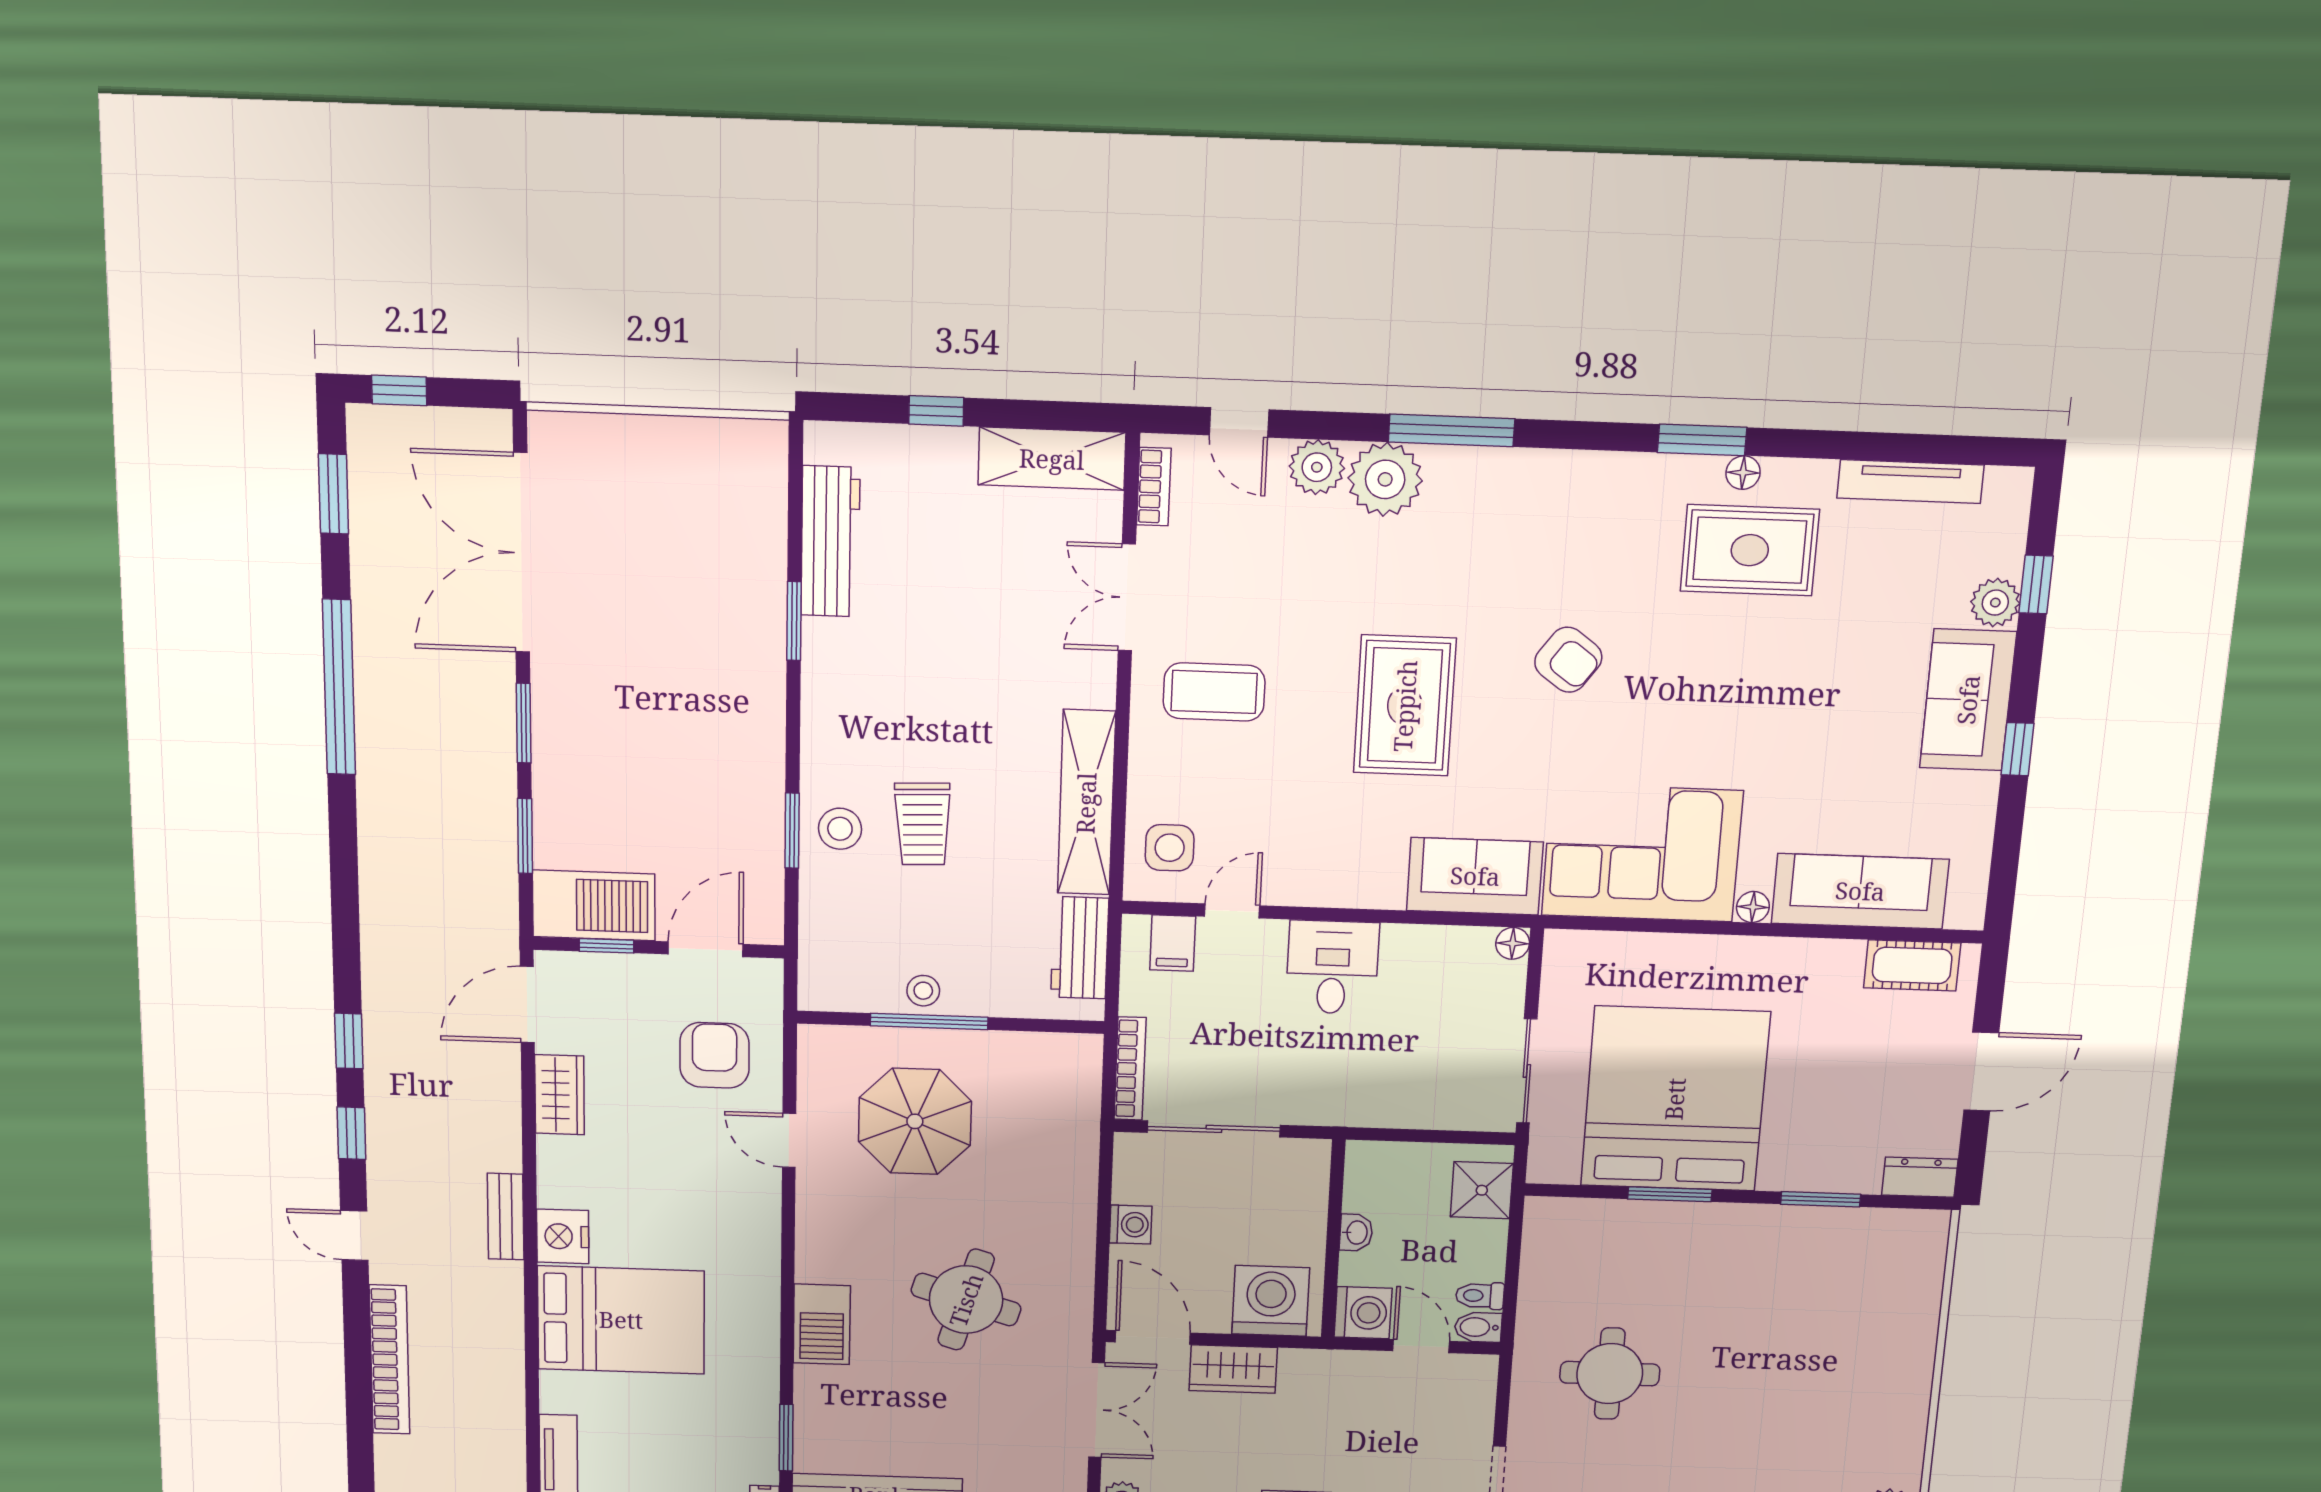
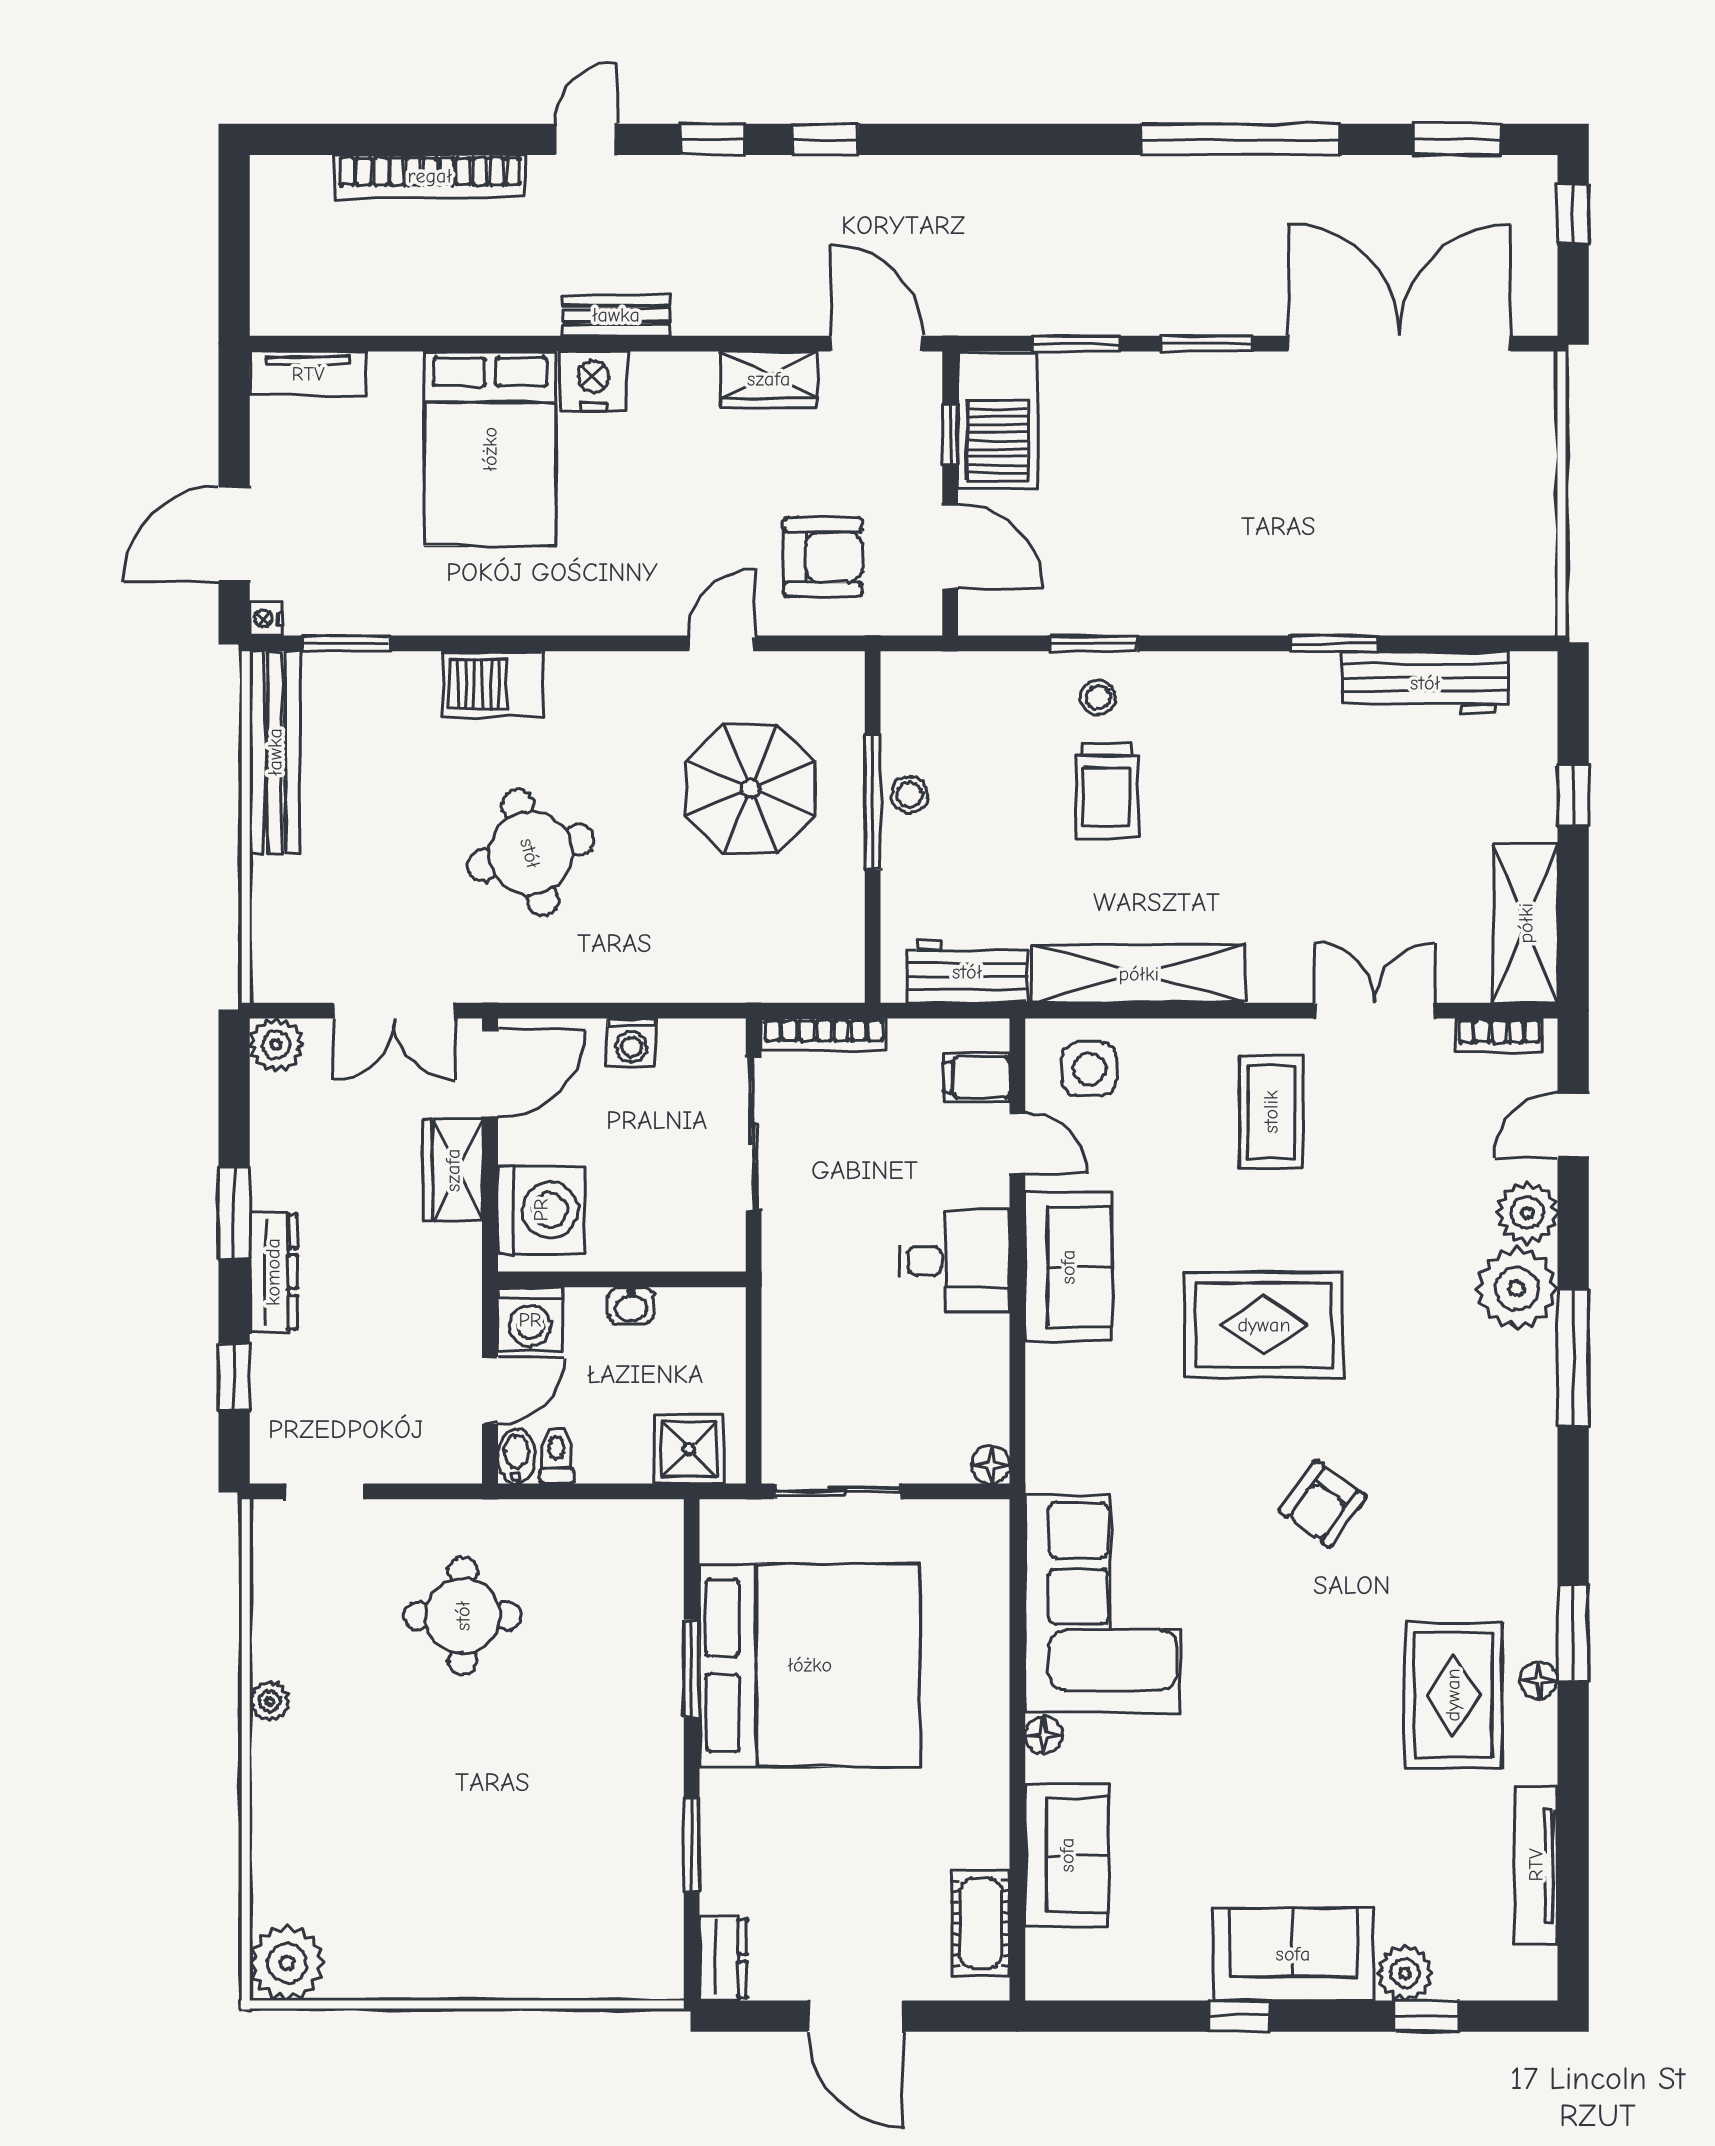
trolley: (923, 824) -> (1107, 790), turned -88
stool: (840, 829) -> (1098, 697), width x0.73, depth x0.73
sofa: (1475, 876) -> (1068, 1267), moved
sofa: (1860, 891) -> (1067, 1855), width x0.73
round table: (966, 1300) -> (530, 853), turned -32

